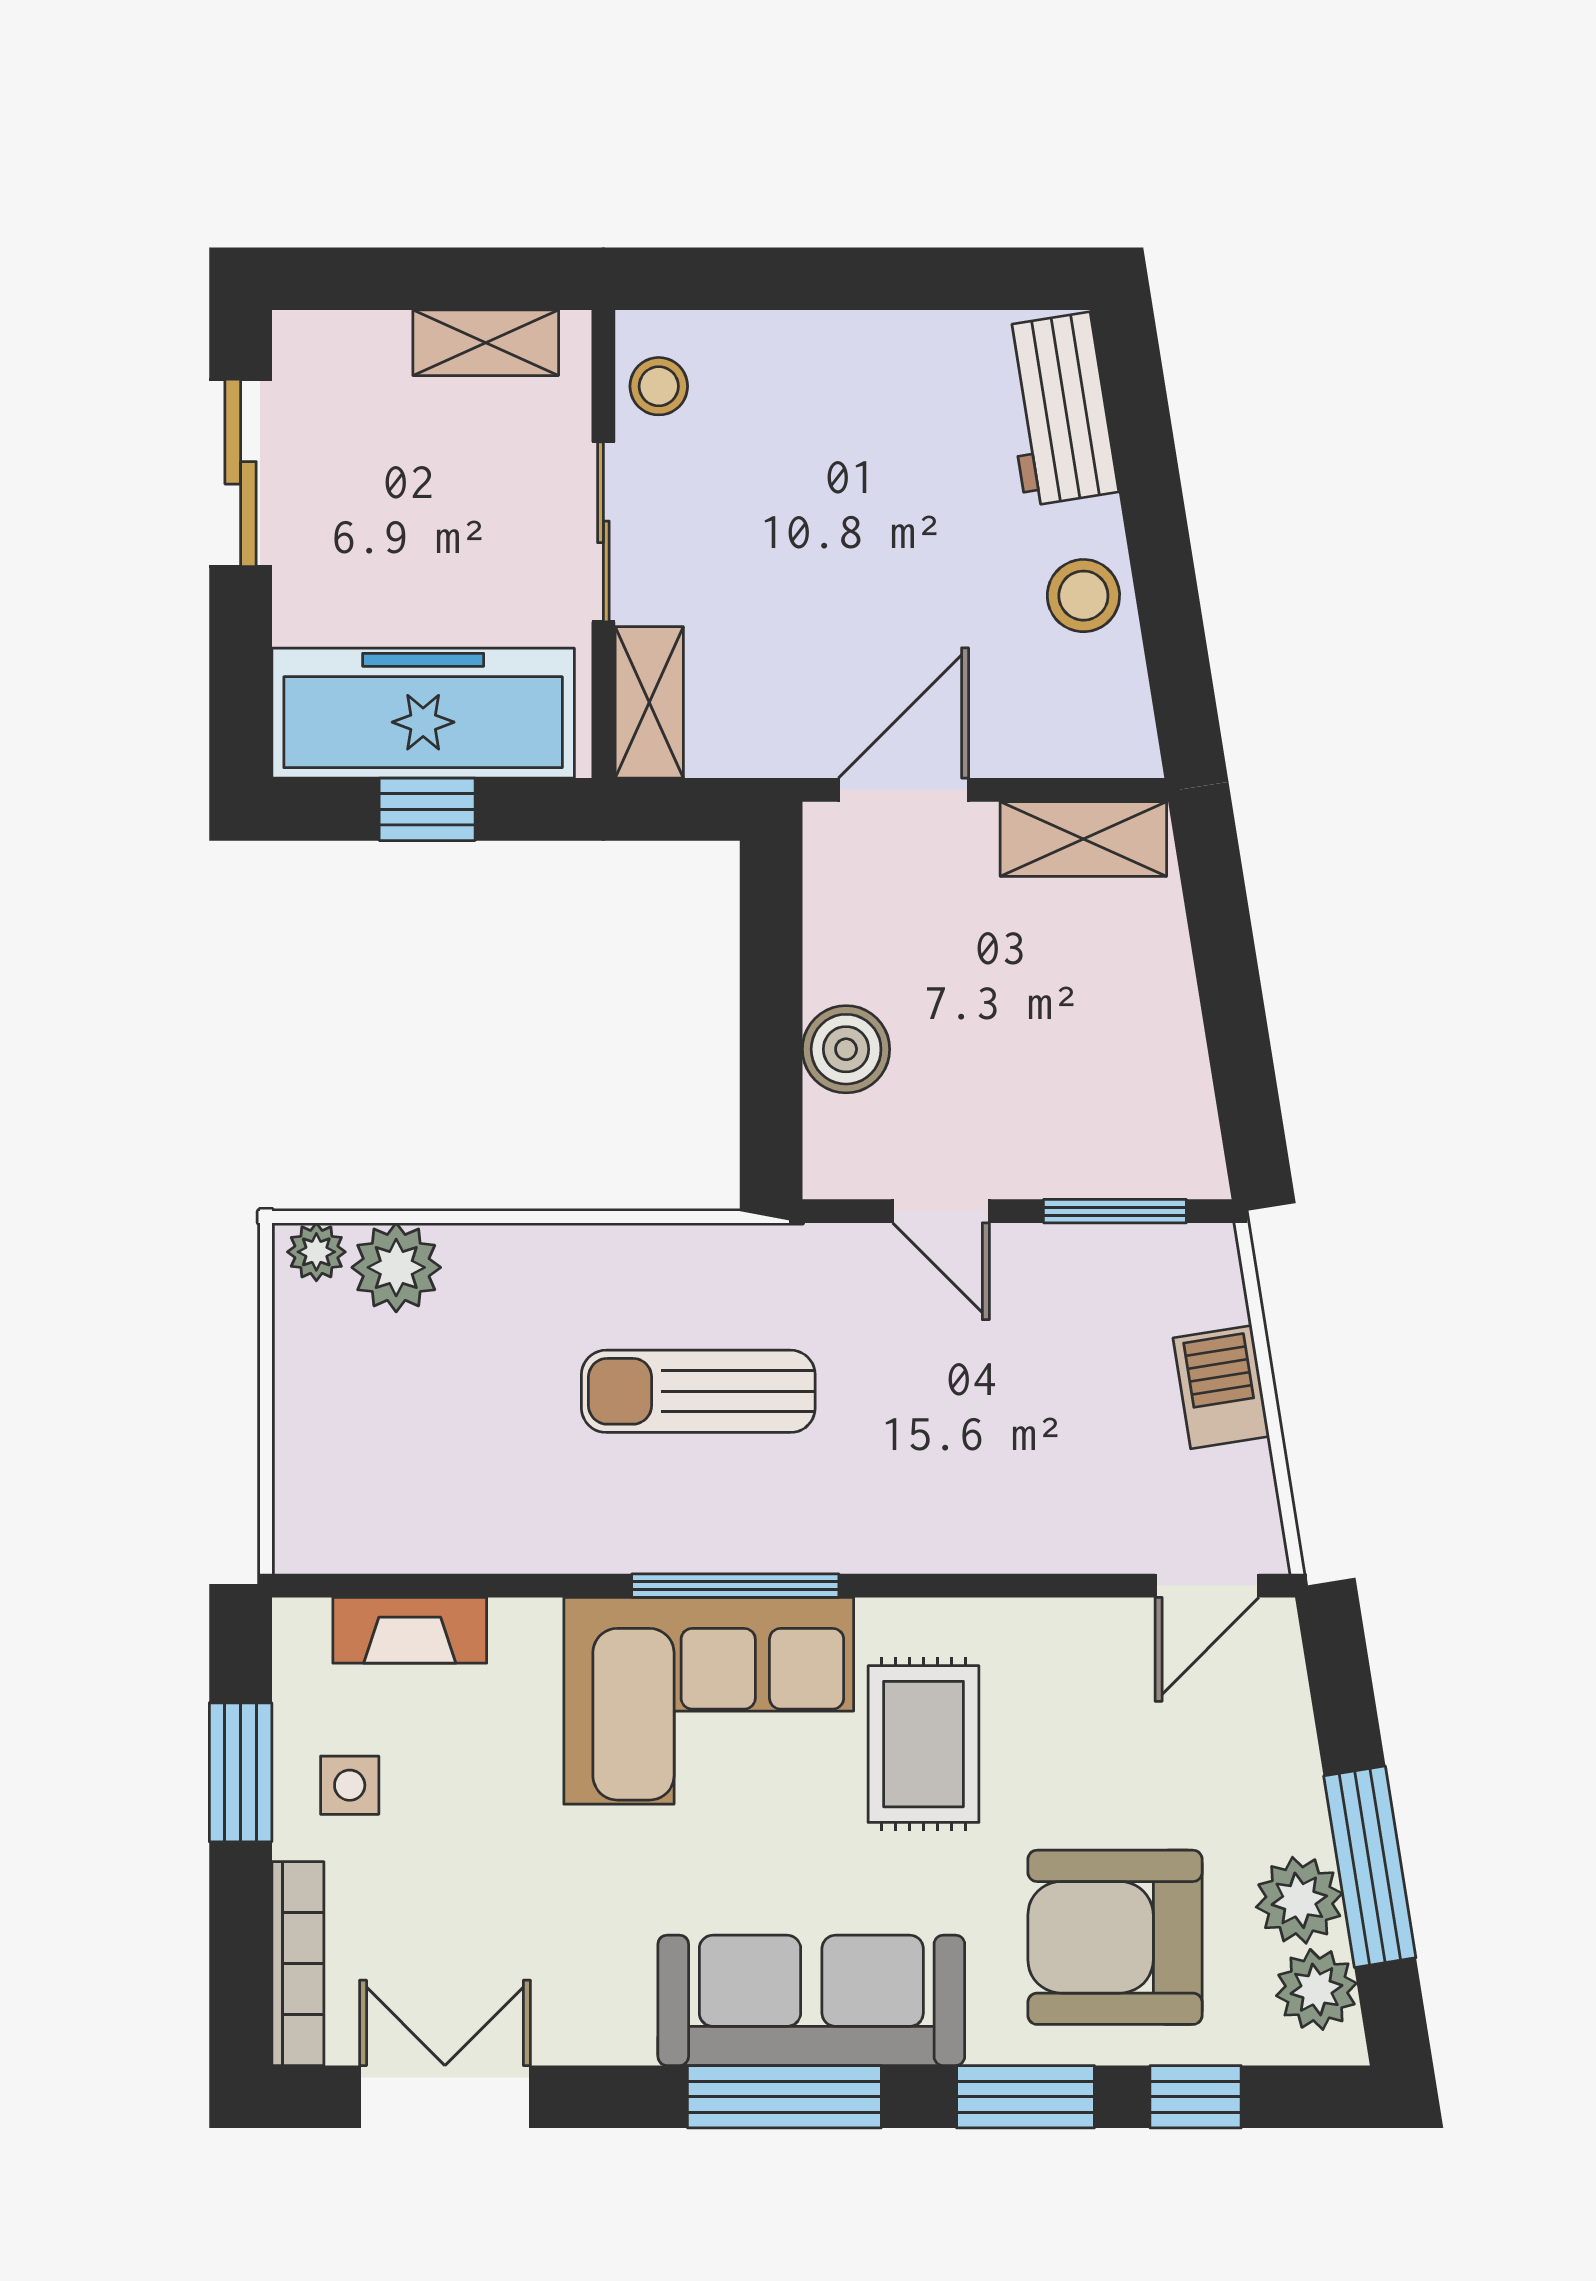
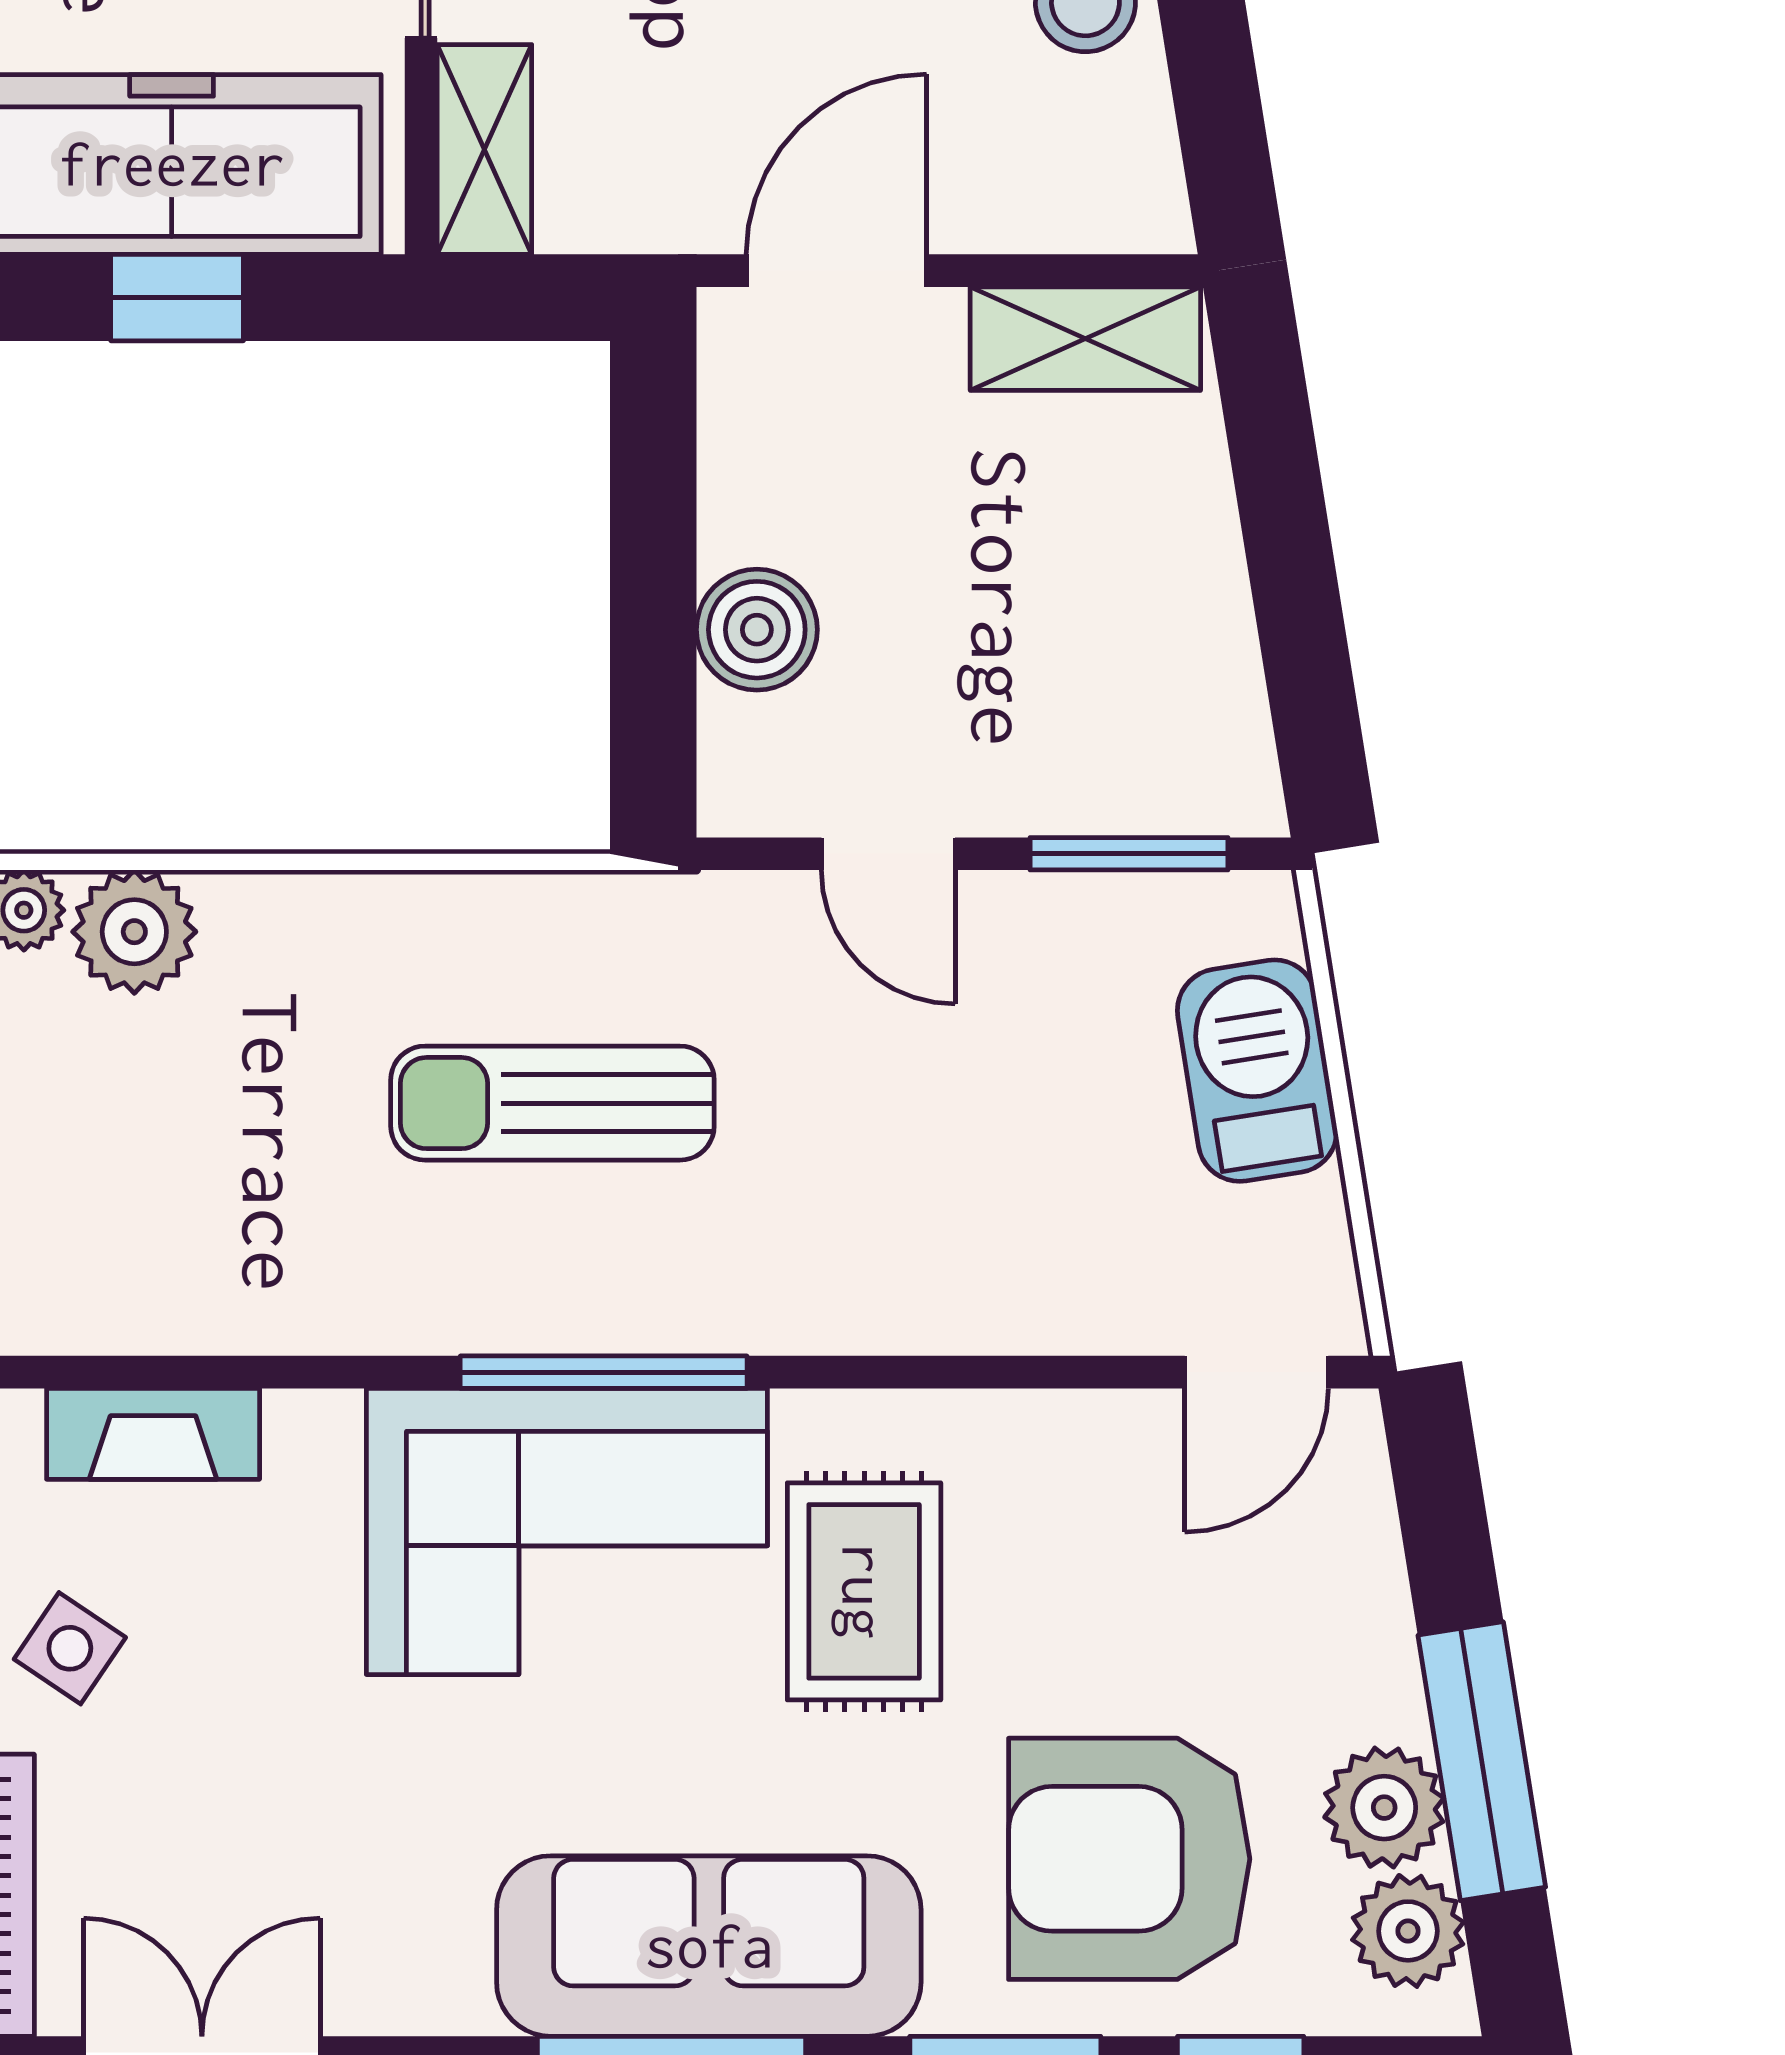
barbecue: (1221, 1387) -> (1257, 1071), width x1.38, depth x1.27
side table: (350, 1785) -> (70, 1648), turned 34

